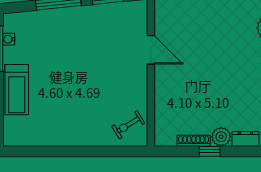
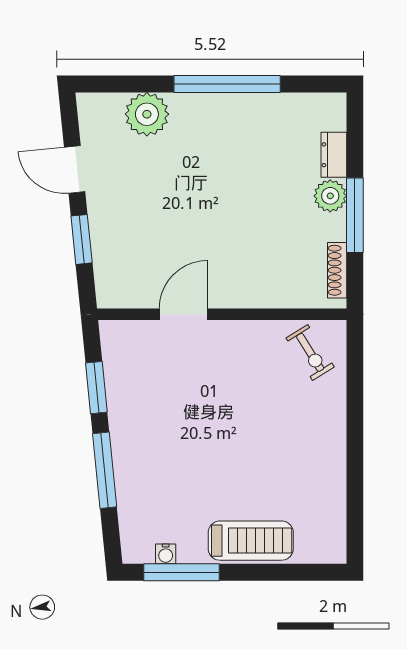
shoe rack: (194, 141) -> (337, 270), moved
window: (210, 151) -> (355, 215), width x2.17

